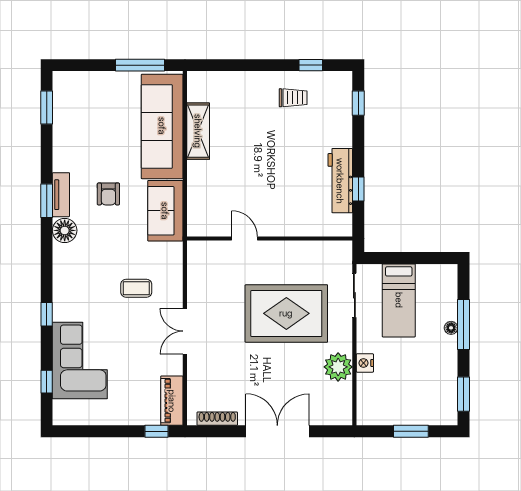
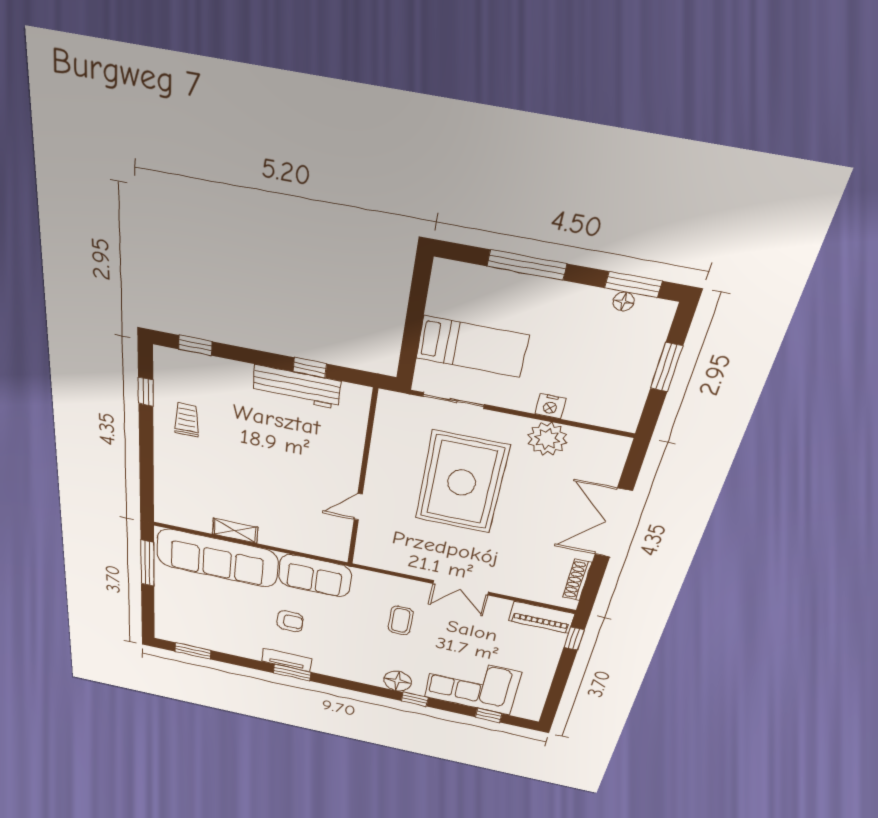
shelving: (198, 131) -> (235, 531), width x0.67, depth x0.75
floor lamp: (65, 230) -> (397, 681), moved
floor lamp: (451, 328) -> (623, 301), moved

